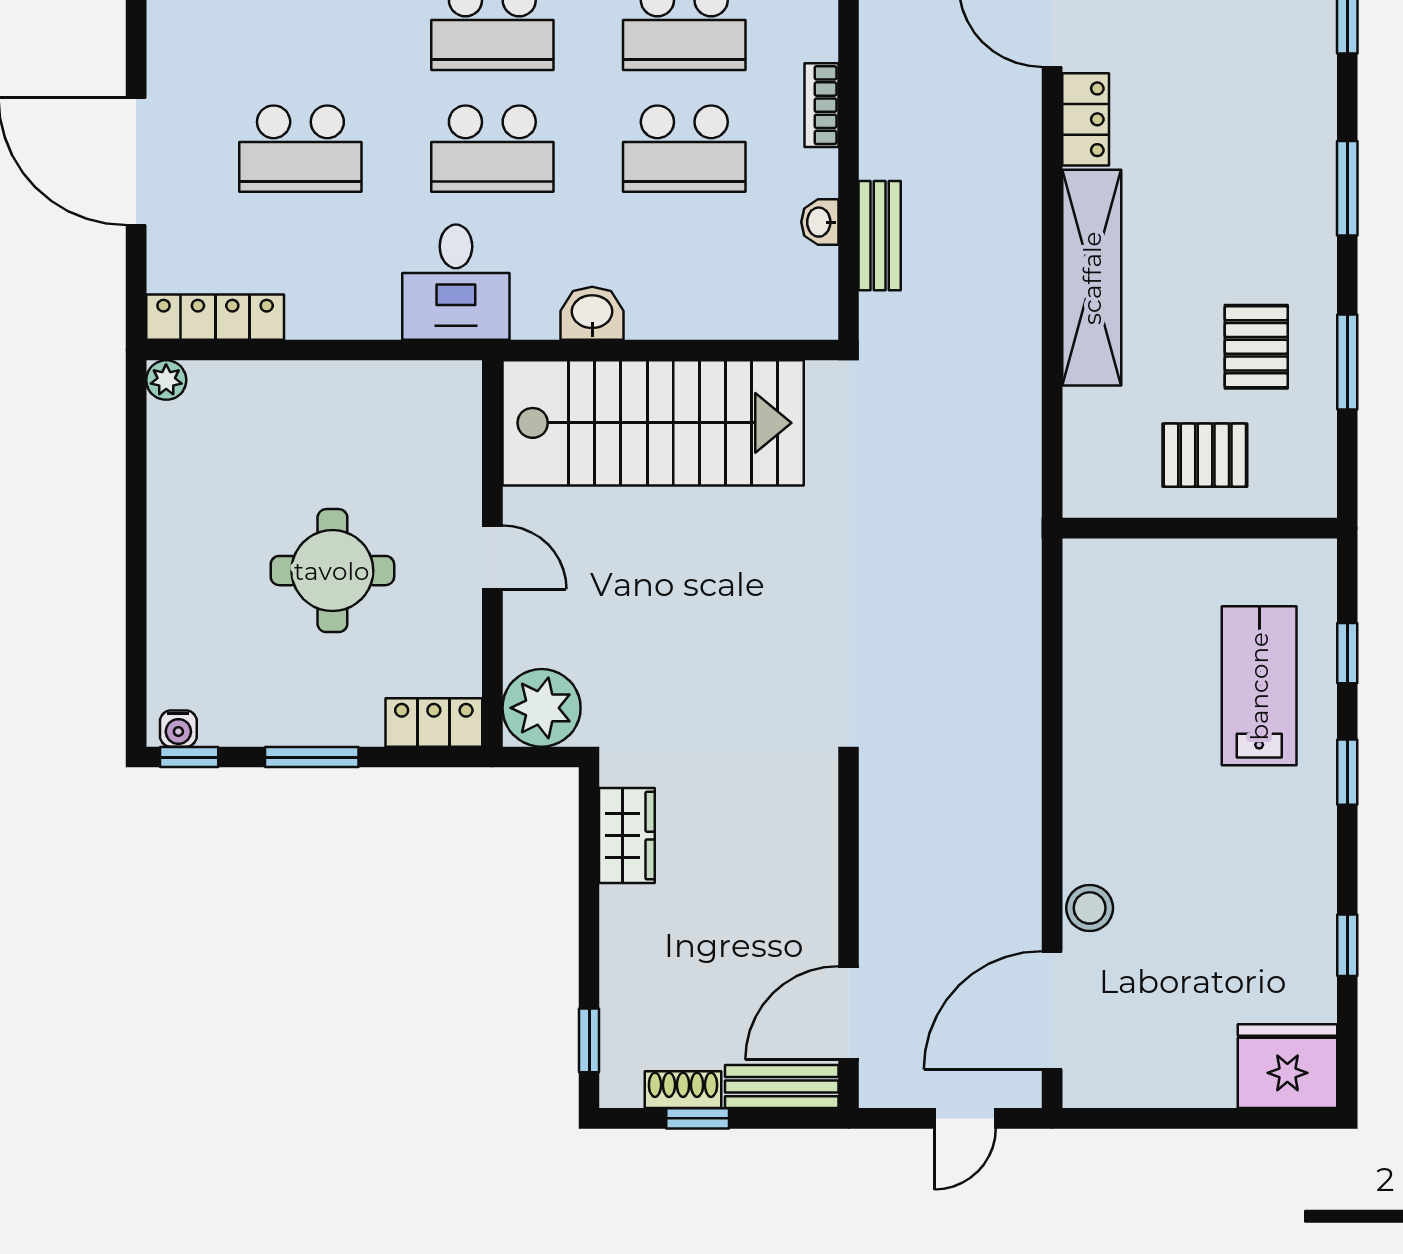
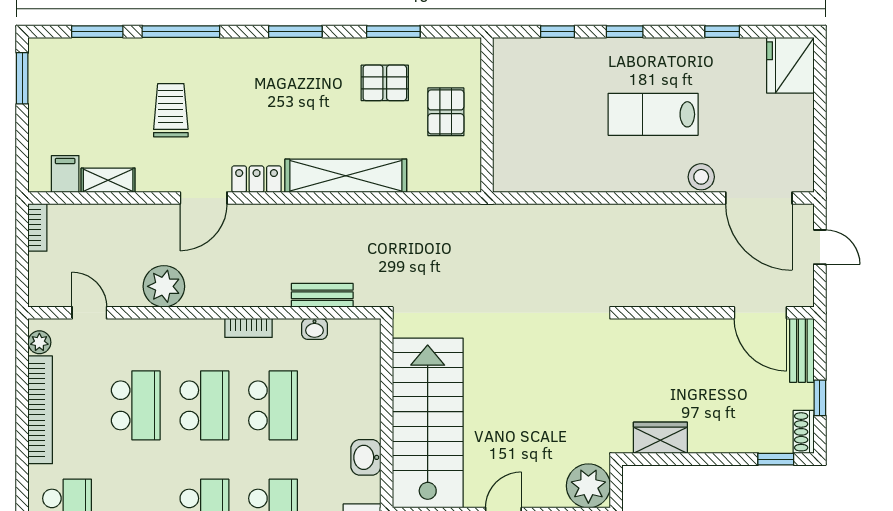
lab bench: (1259, 686) -> (653, 114), moved
shoe rack: (683, 1090) -> (804, 432), moved

